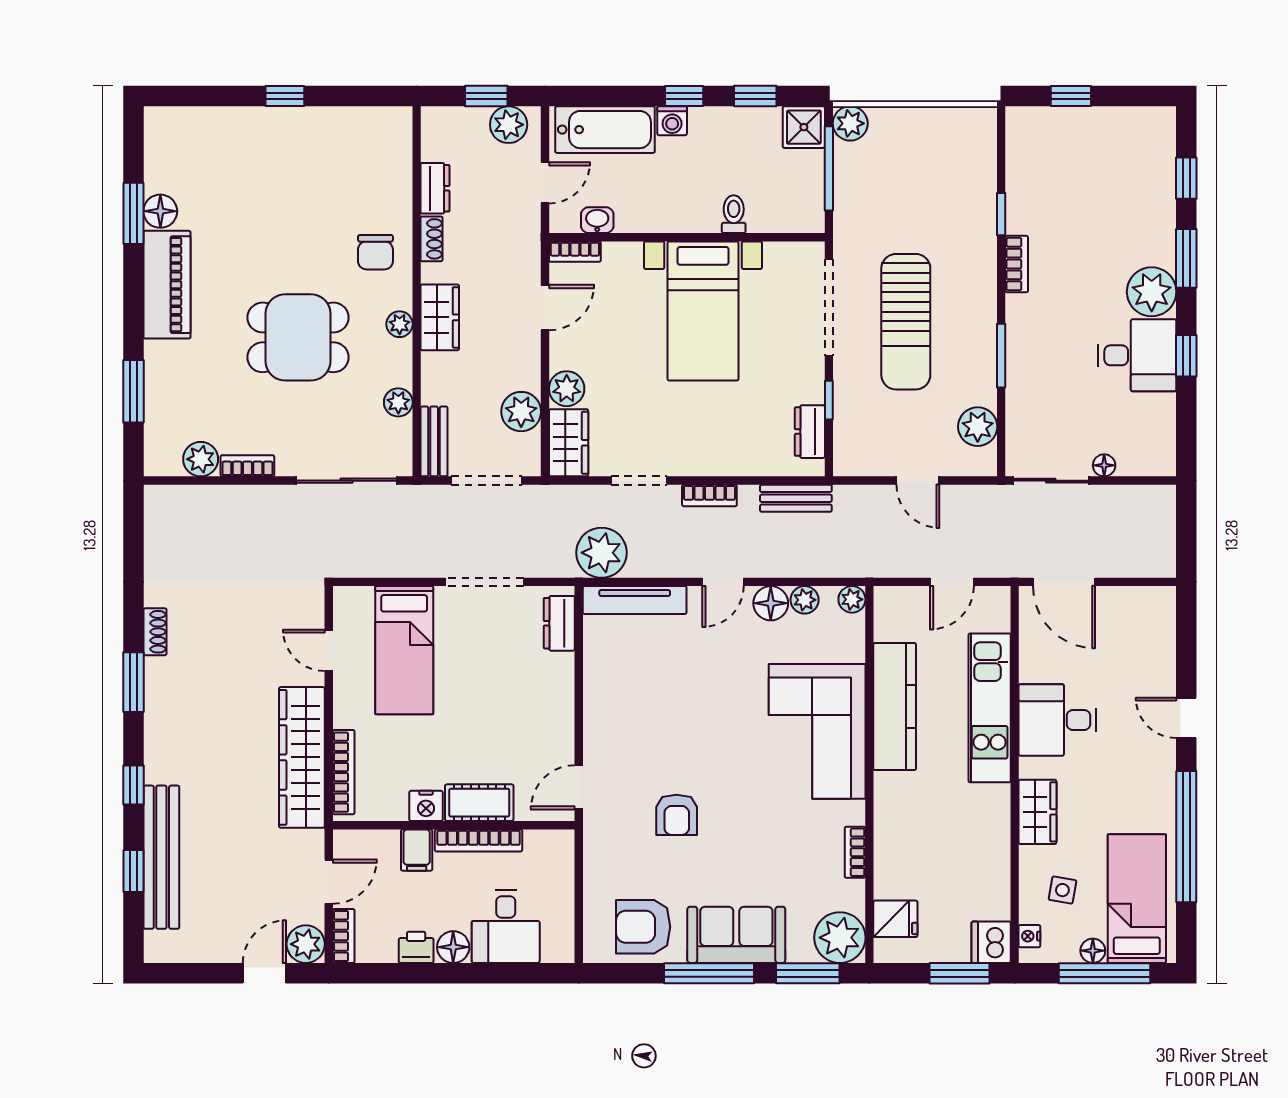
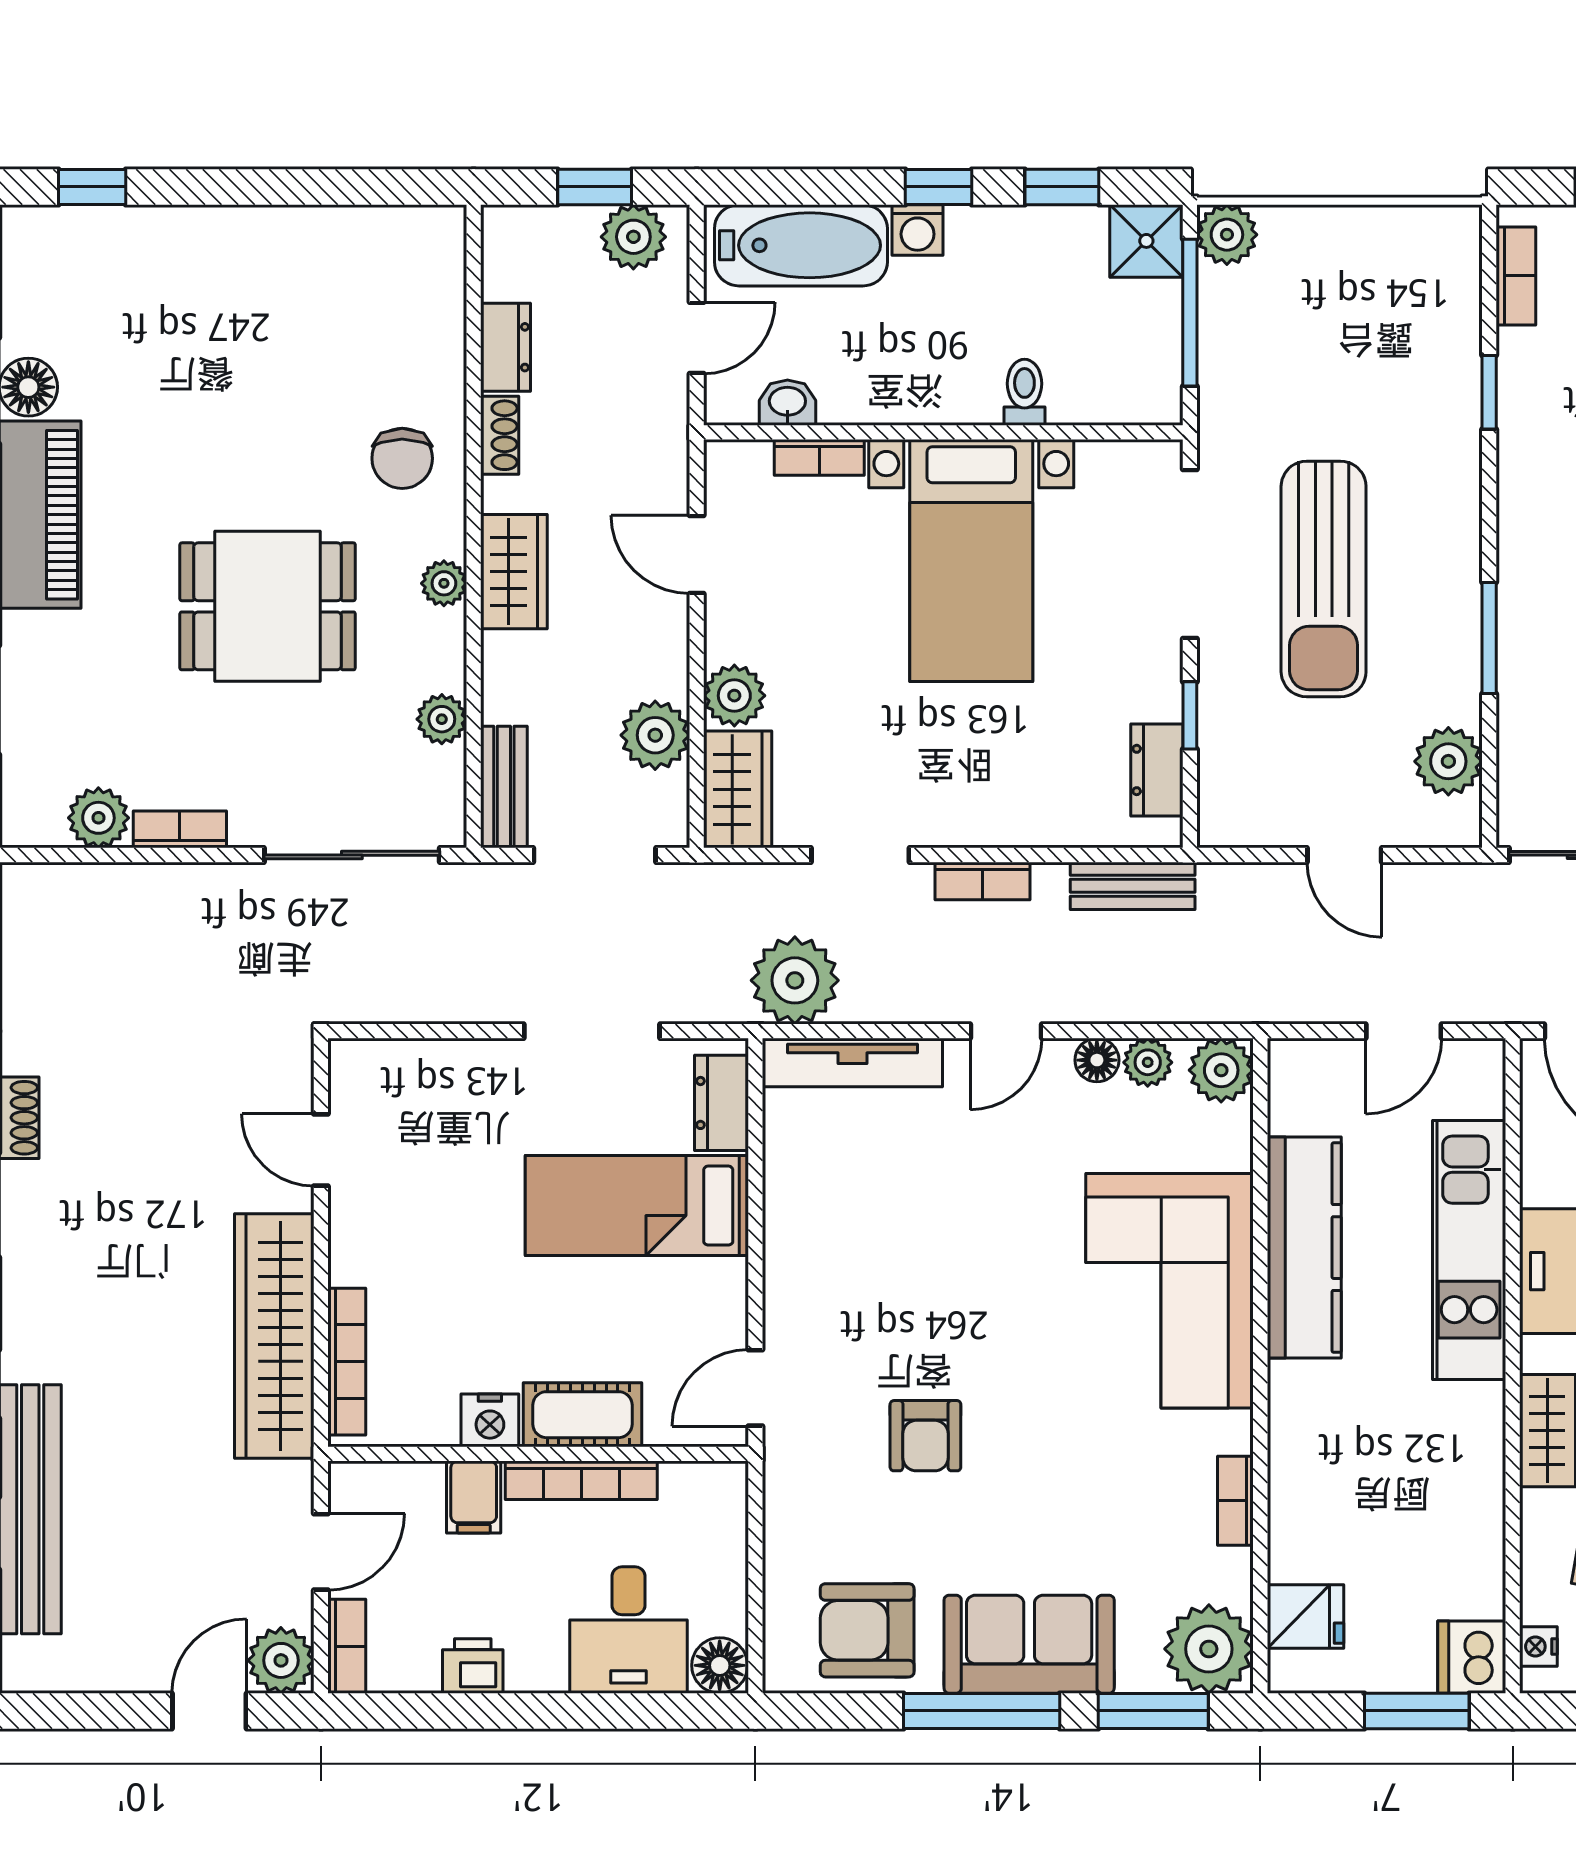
window: (285, 96) -> (92, 187), moved
bookcase: (575, 252) -> (819, 457), moved
bookcase: (1017, 264) -> (1516, 276), moved
door: (545, 308) -> (697, 554), swing flipped
plant: (852, 599) -> (1221, 1070), width x1.38, depth x1.38
floor lamp: (771, 603) -> (1097, 1060), width x0.73, depth x0.73
bed: (404, 650) -> (637, 1206), moved, turned 90
floor lamp: (453, 947) -> (720, 1665), moved

